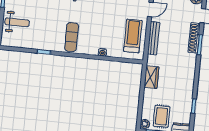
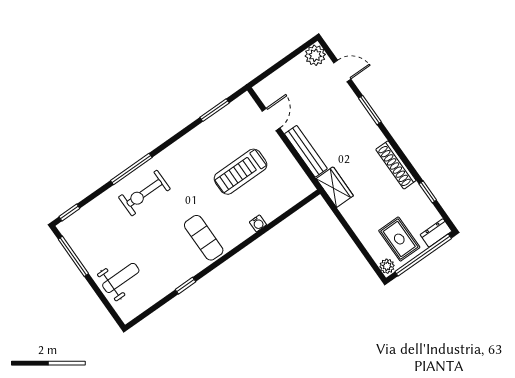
treadmill: (133, 36) -> (241, 172), moved, turned -90
shoe rack: (194, 38) -> (396, 165), moved
wardrobe: (151, 77) -> (335, 187), moved

